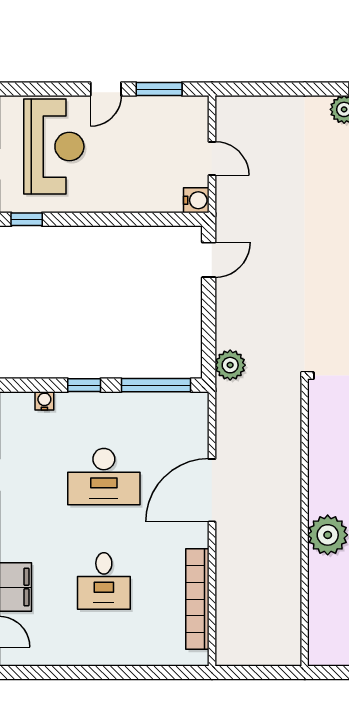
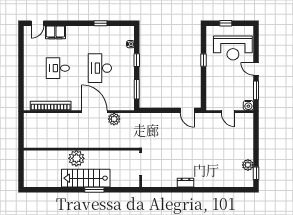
door: (212, 158) -> (228, 112), hinge flipped
water cooler: (196, 200) -> (248, 105), moved
window: (27, 219) -> (204, 60), moved
plant: (230, 365) -> (114, 119), moved
window: (156, 385) -> (137, 89), width x0.69

